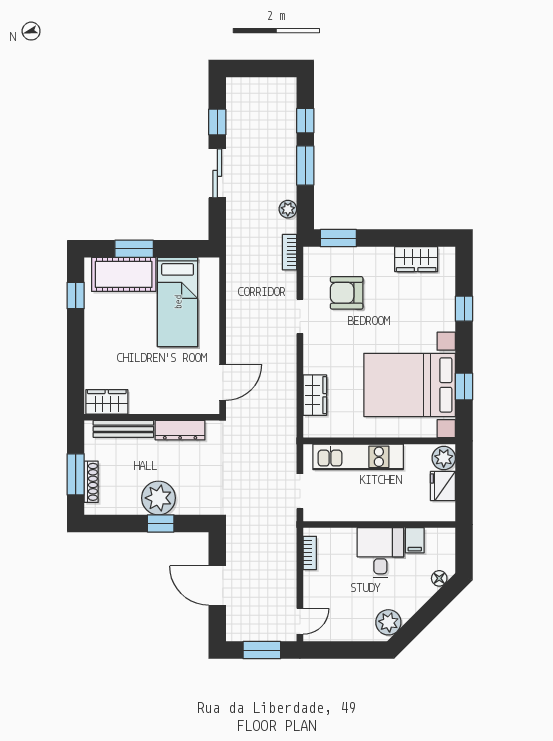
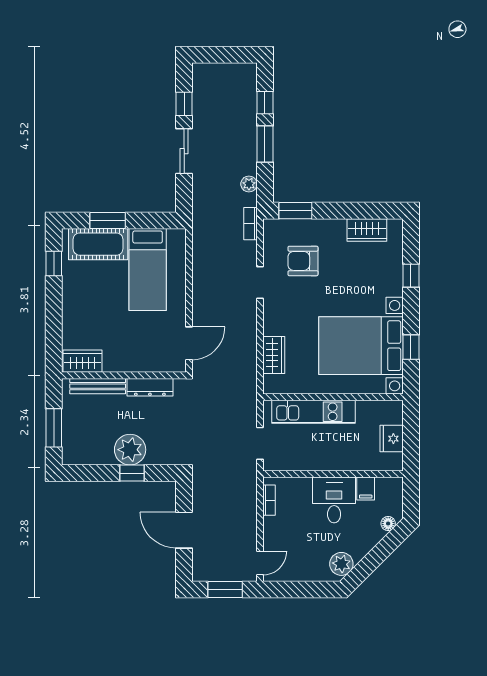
plant: (444, 458) -> (392, 413), removed
shoe rack: (91, 482) -> (68, 435), removed

